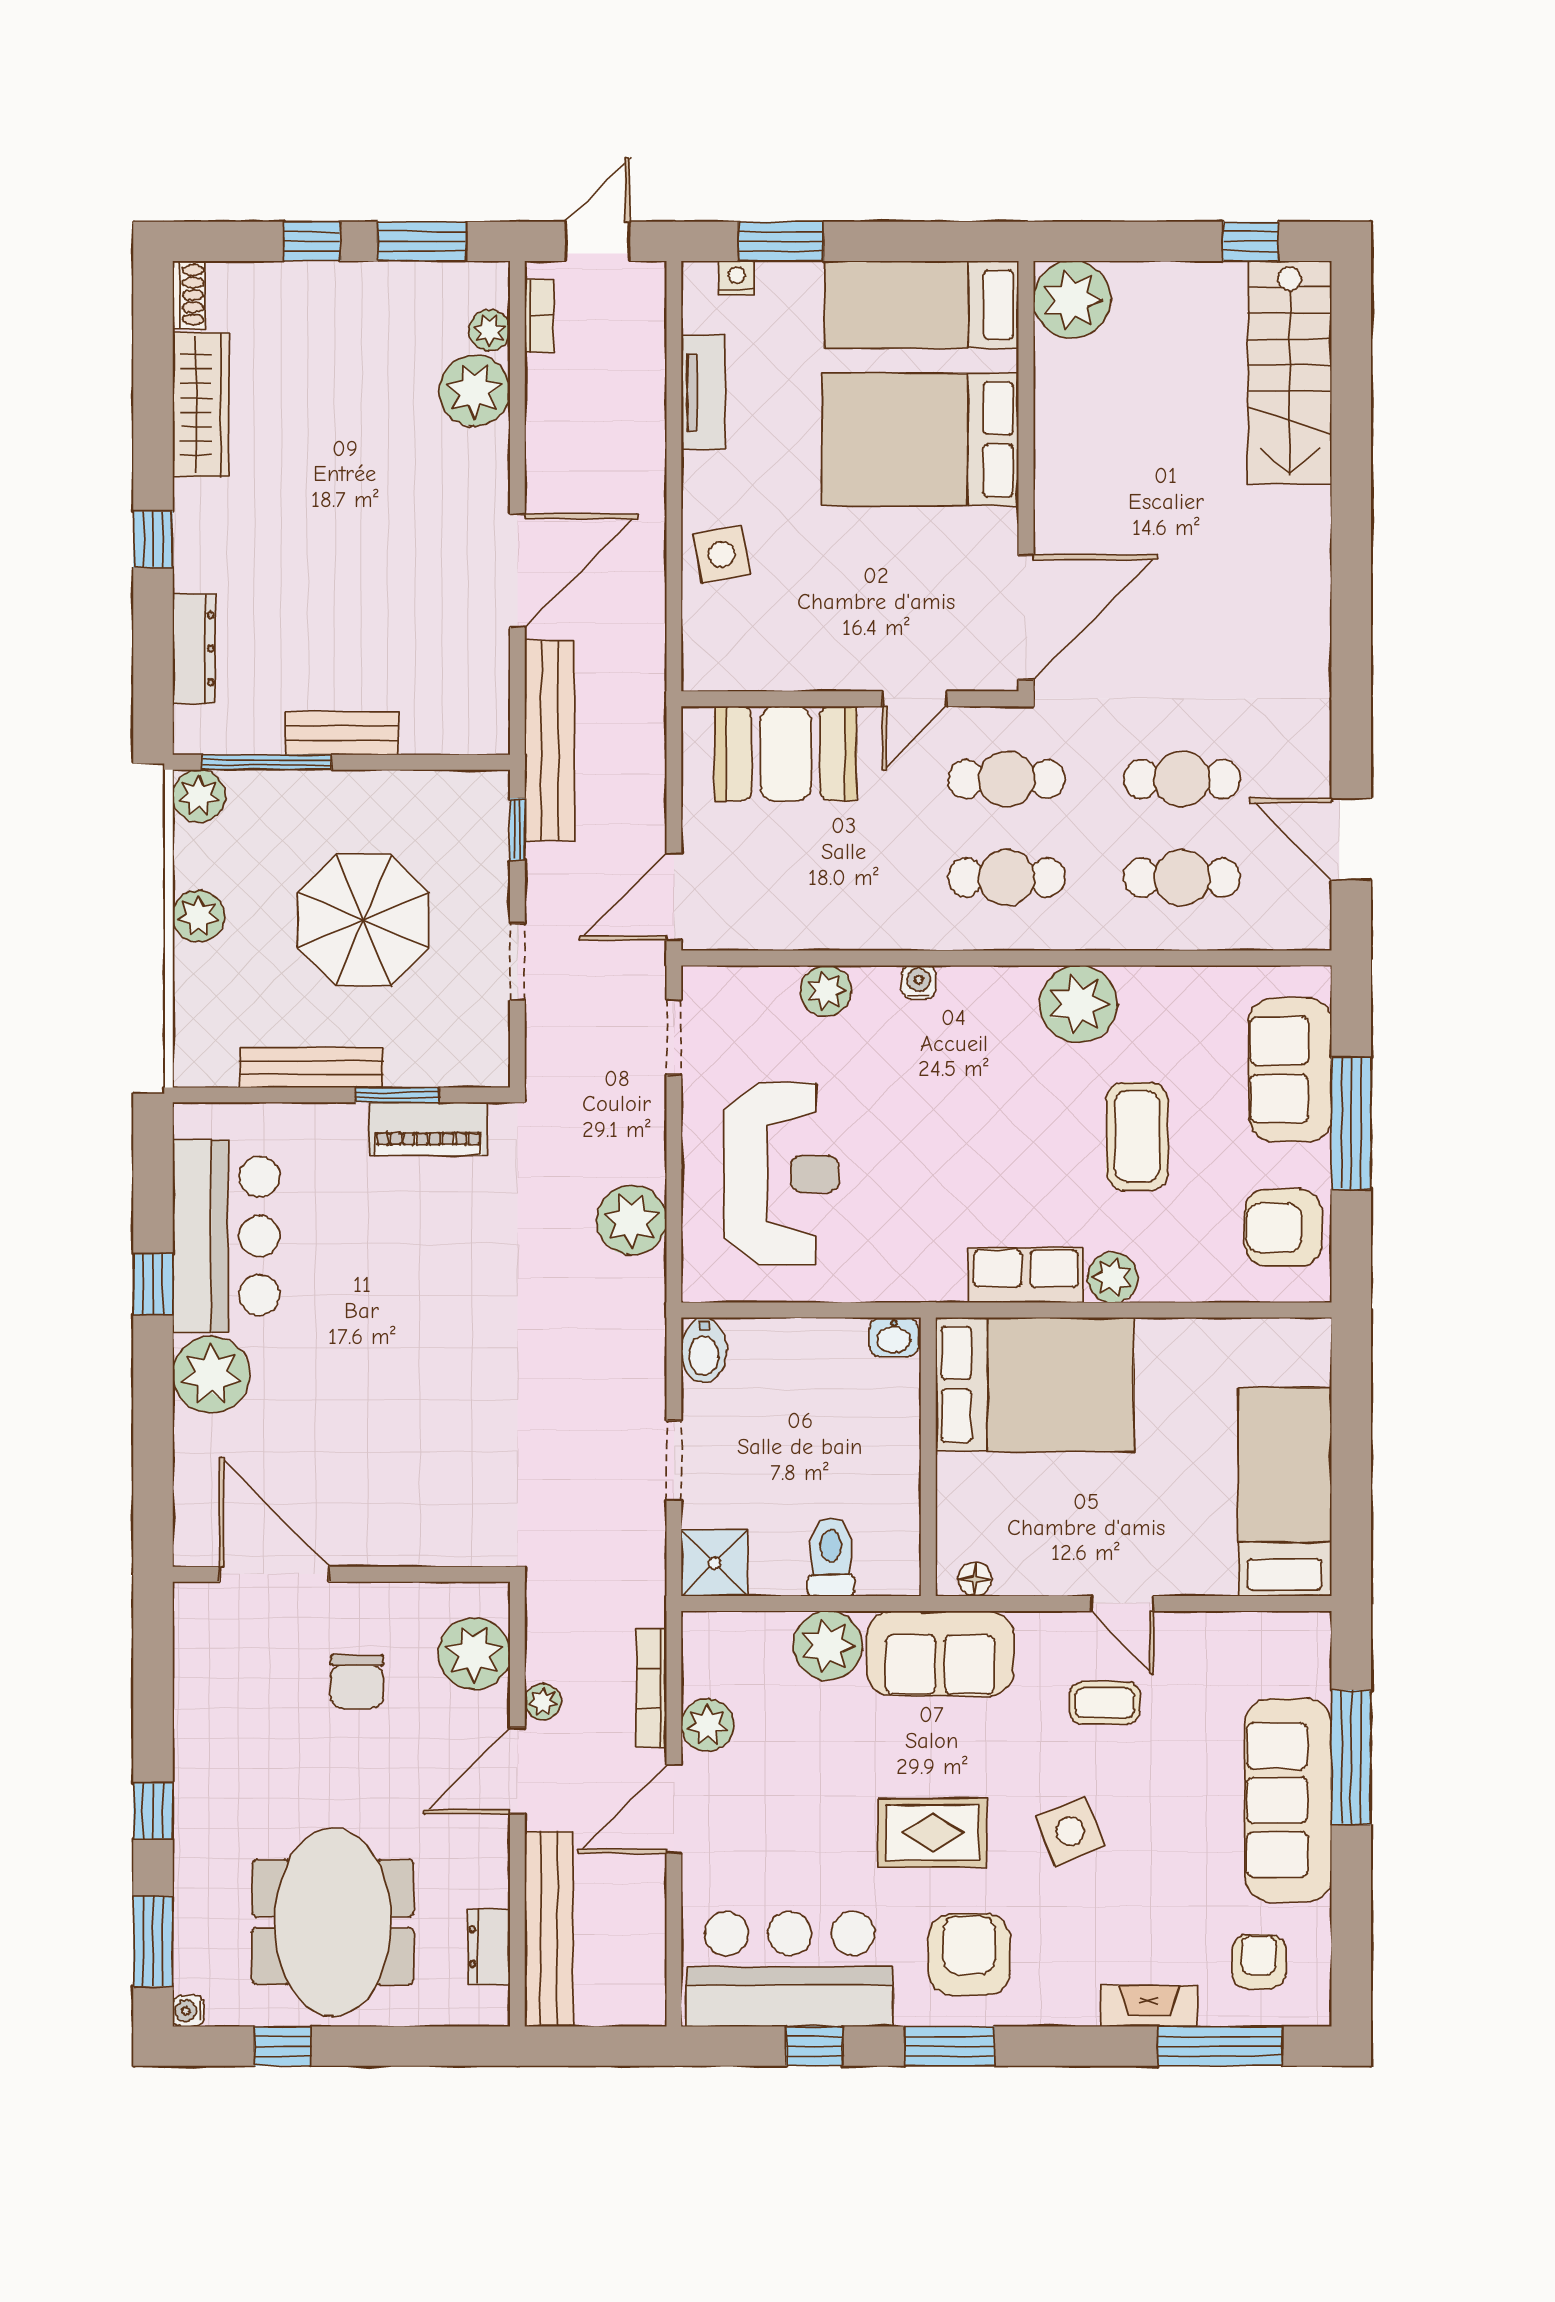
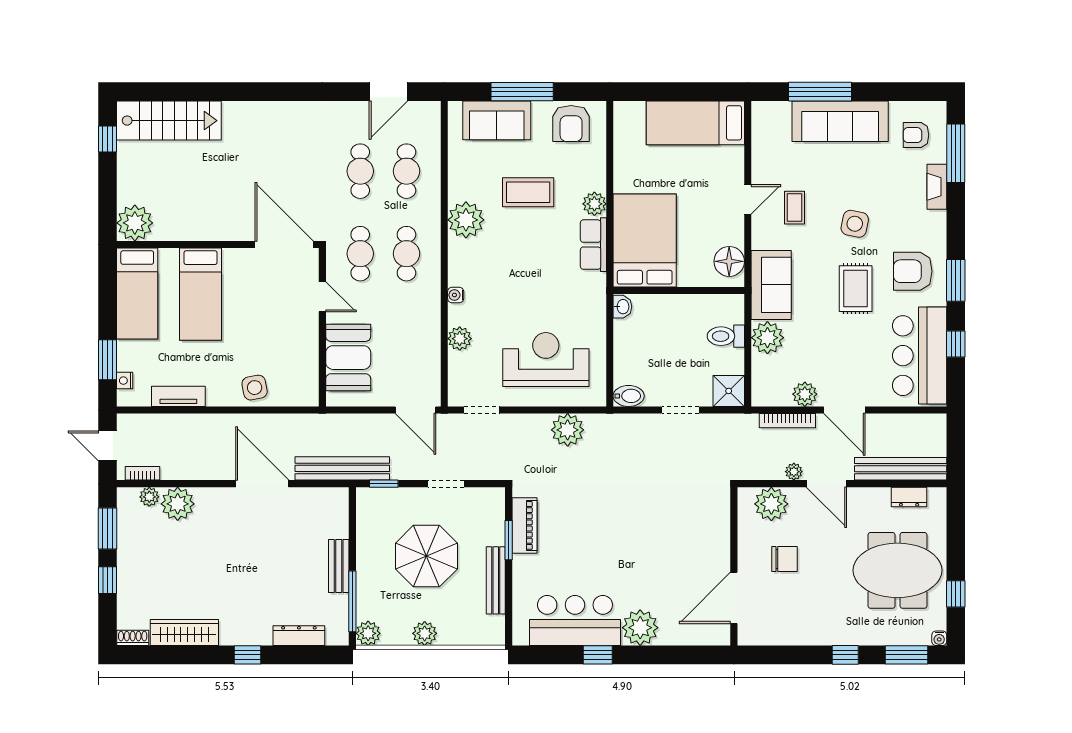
bed: (920, 439) -> (201, 294), width x0.67
floor lamp: (975, 1579) -> (729, 261), width x1.89, depth x1.89
side table: (1070, 1831) -> (855, 224), turned 33

